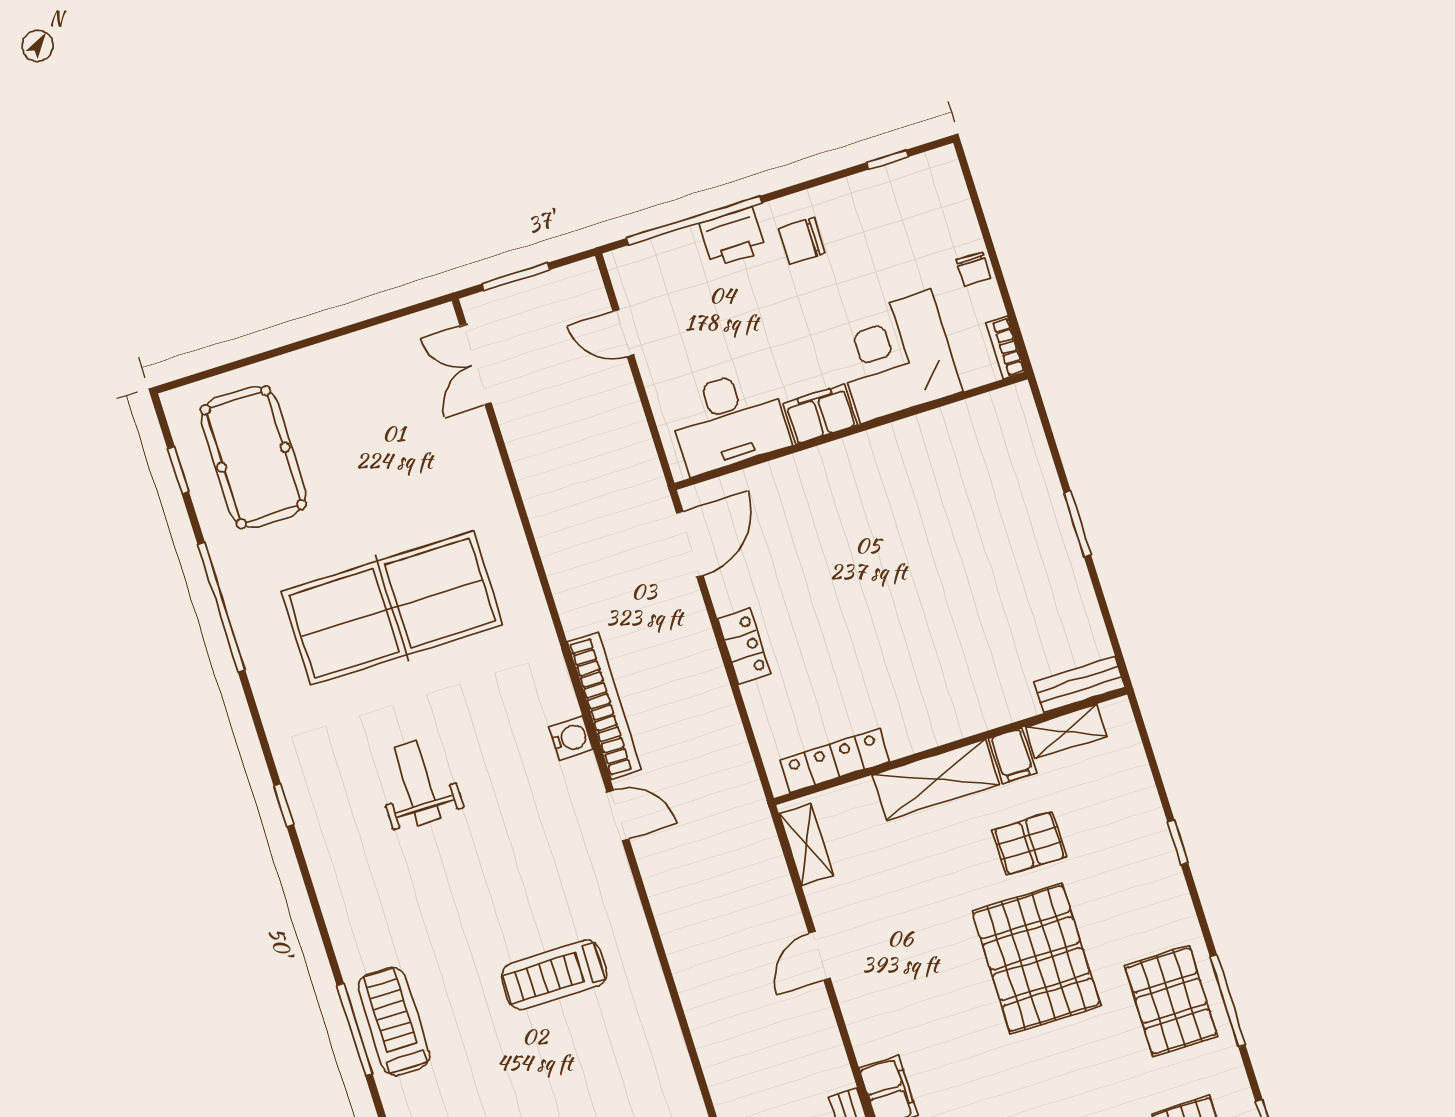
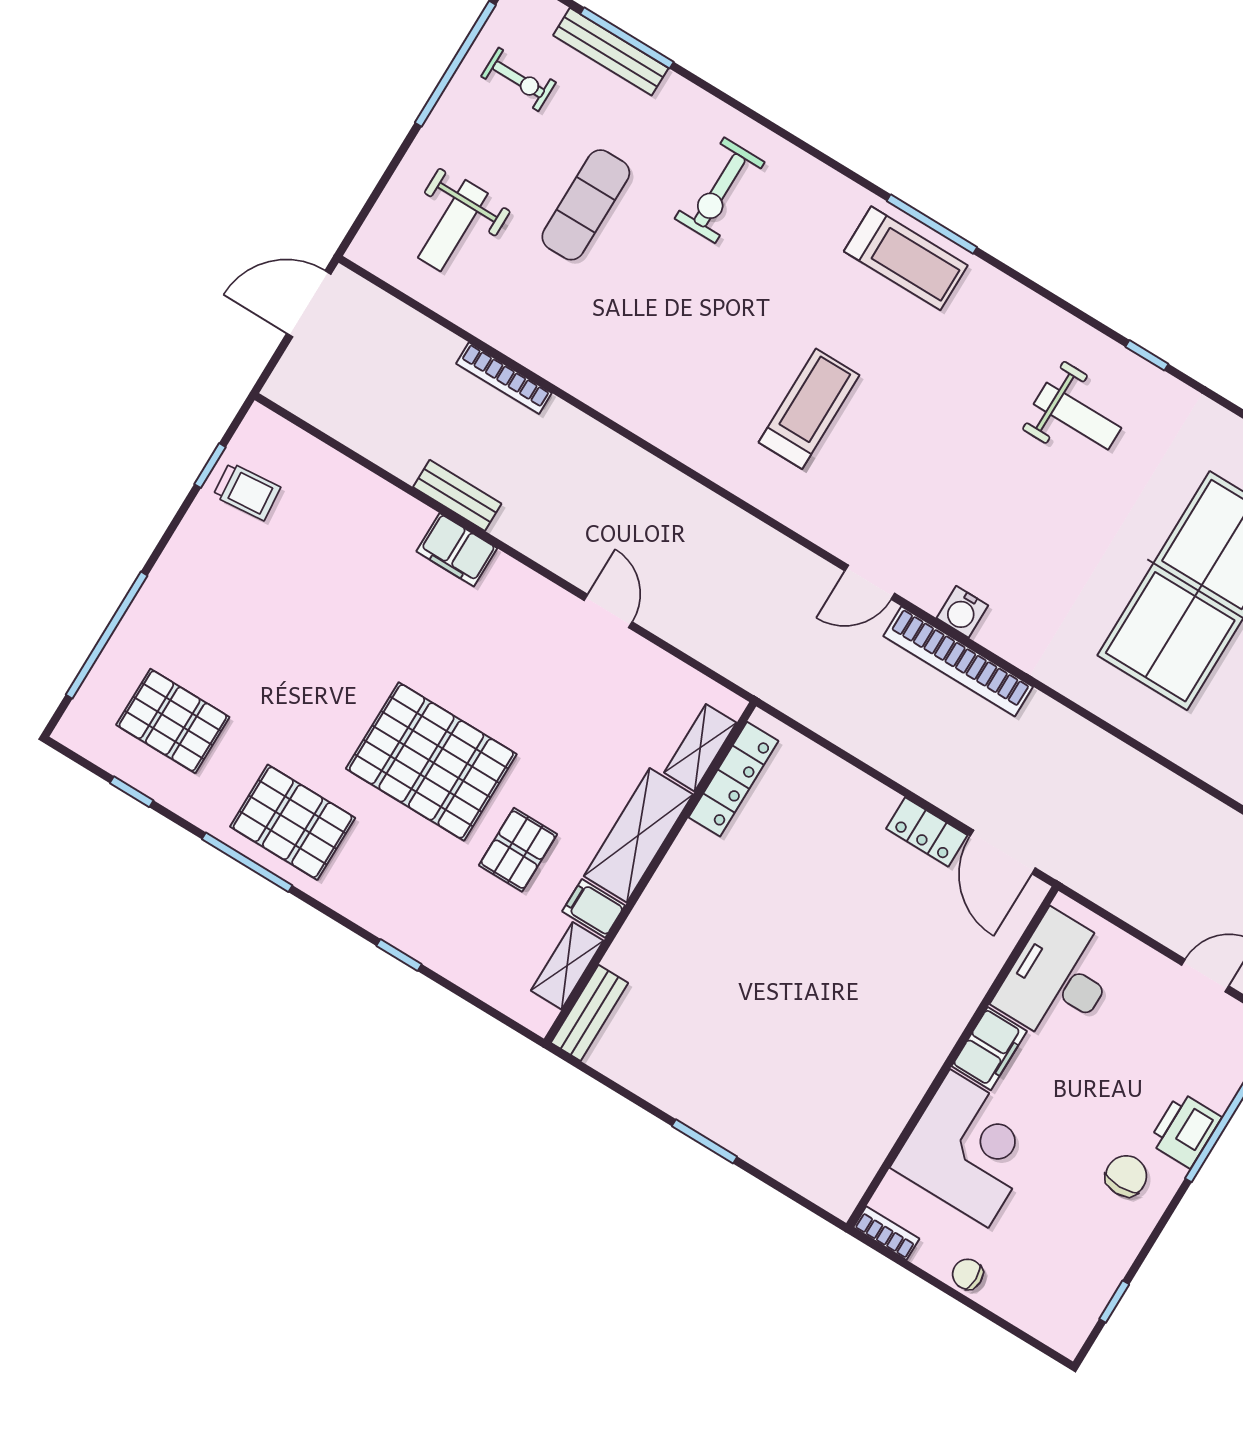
locker: (744, 646) -> (927, 832), moved
weight bench: (417, 783) -> (1077, 416), moved
shelving: (806, 845) -> (700, 748), moved, turned 90

